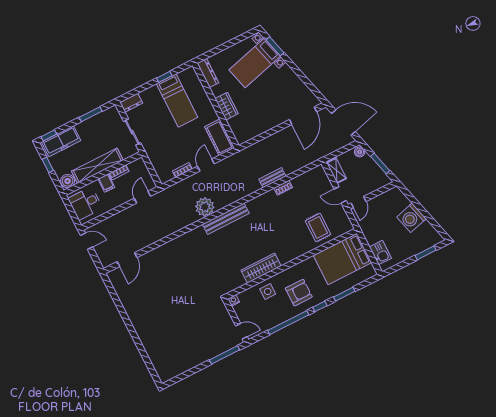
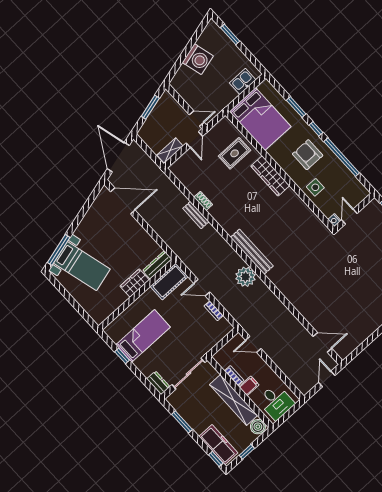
window: (275, 46) -> (59, 250), width x1.44
dresser: (208, 73) -> (157, 265), moved
sliding door: (132, 132) -> (189, 374), width x1.37
boiler: (360, 152) -> (144, 132), removed
door: (86, 241) -> (327, 379), moved
wardrobe: (261, 268) -> (270, 176), moved
door: (241, 331) -> (349, 217), moved

